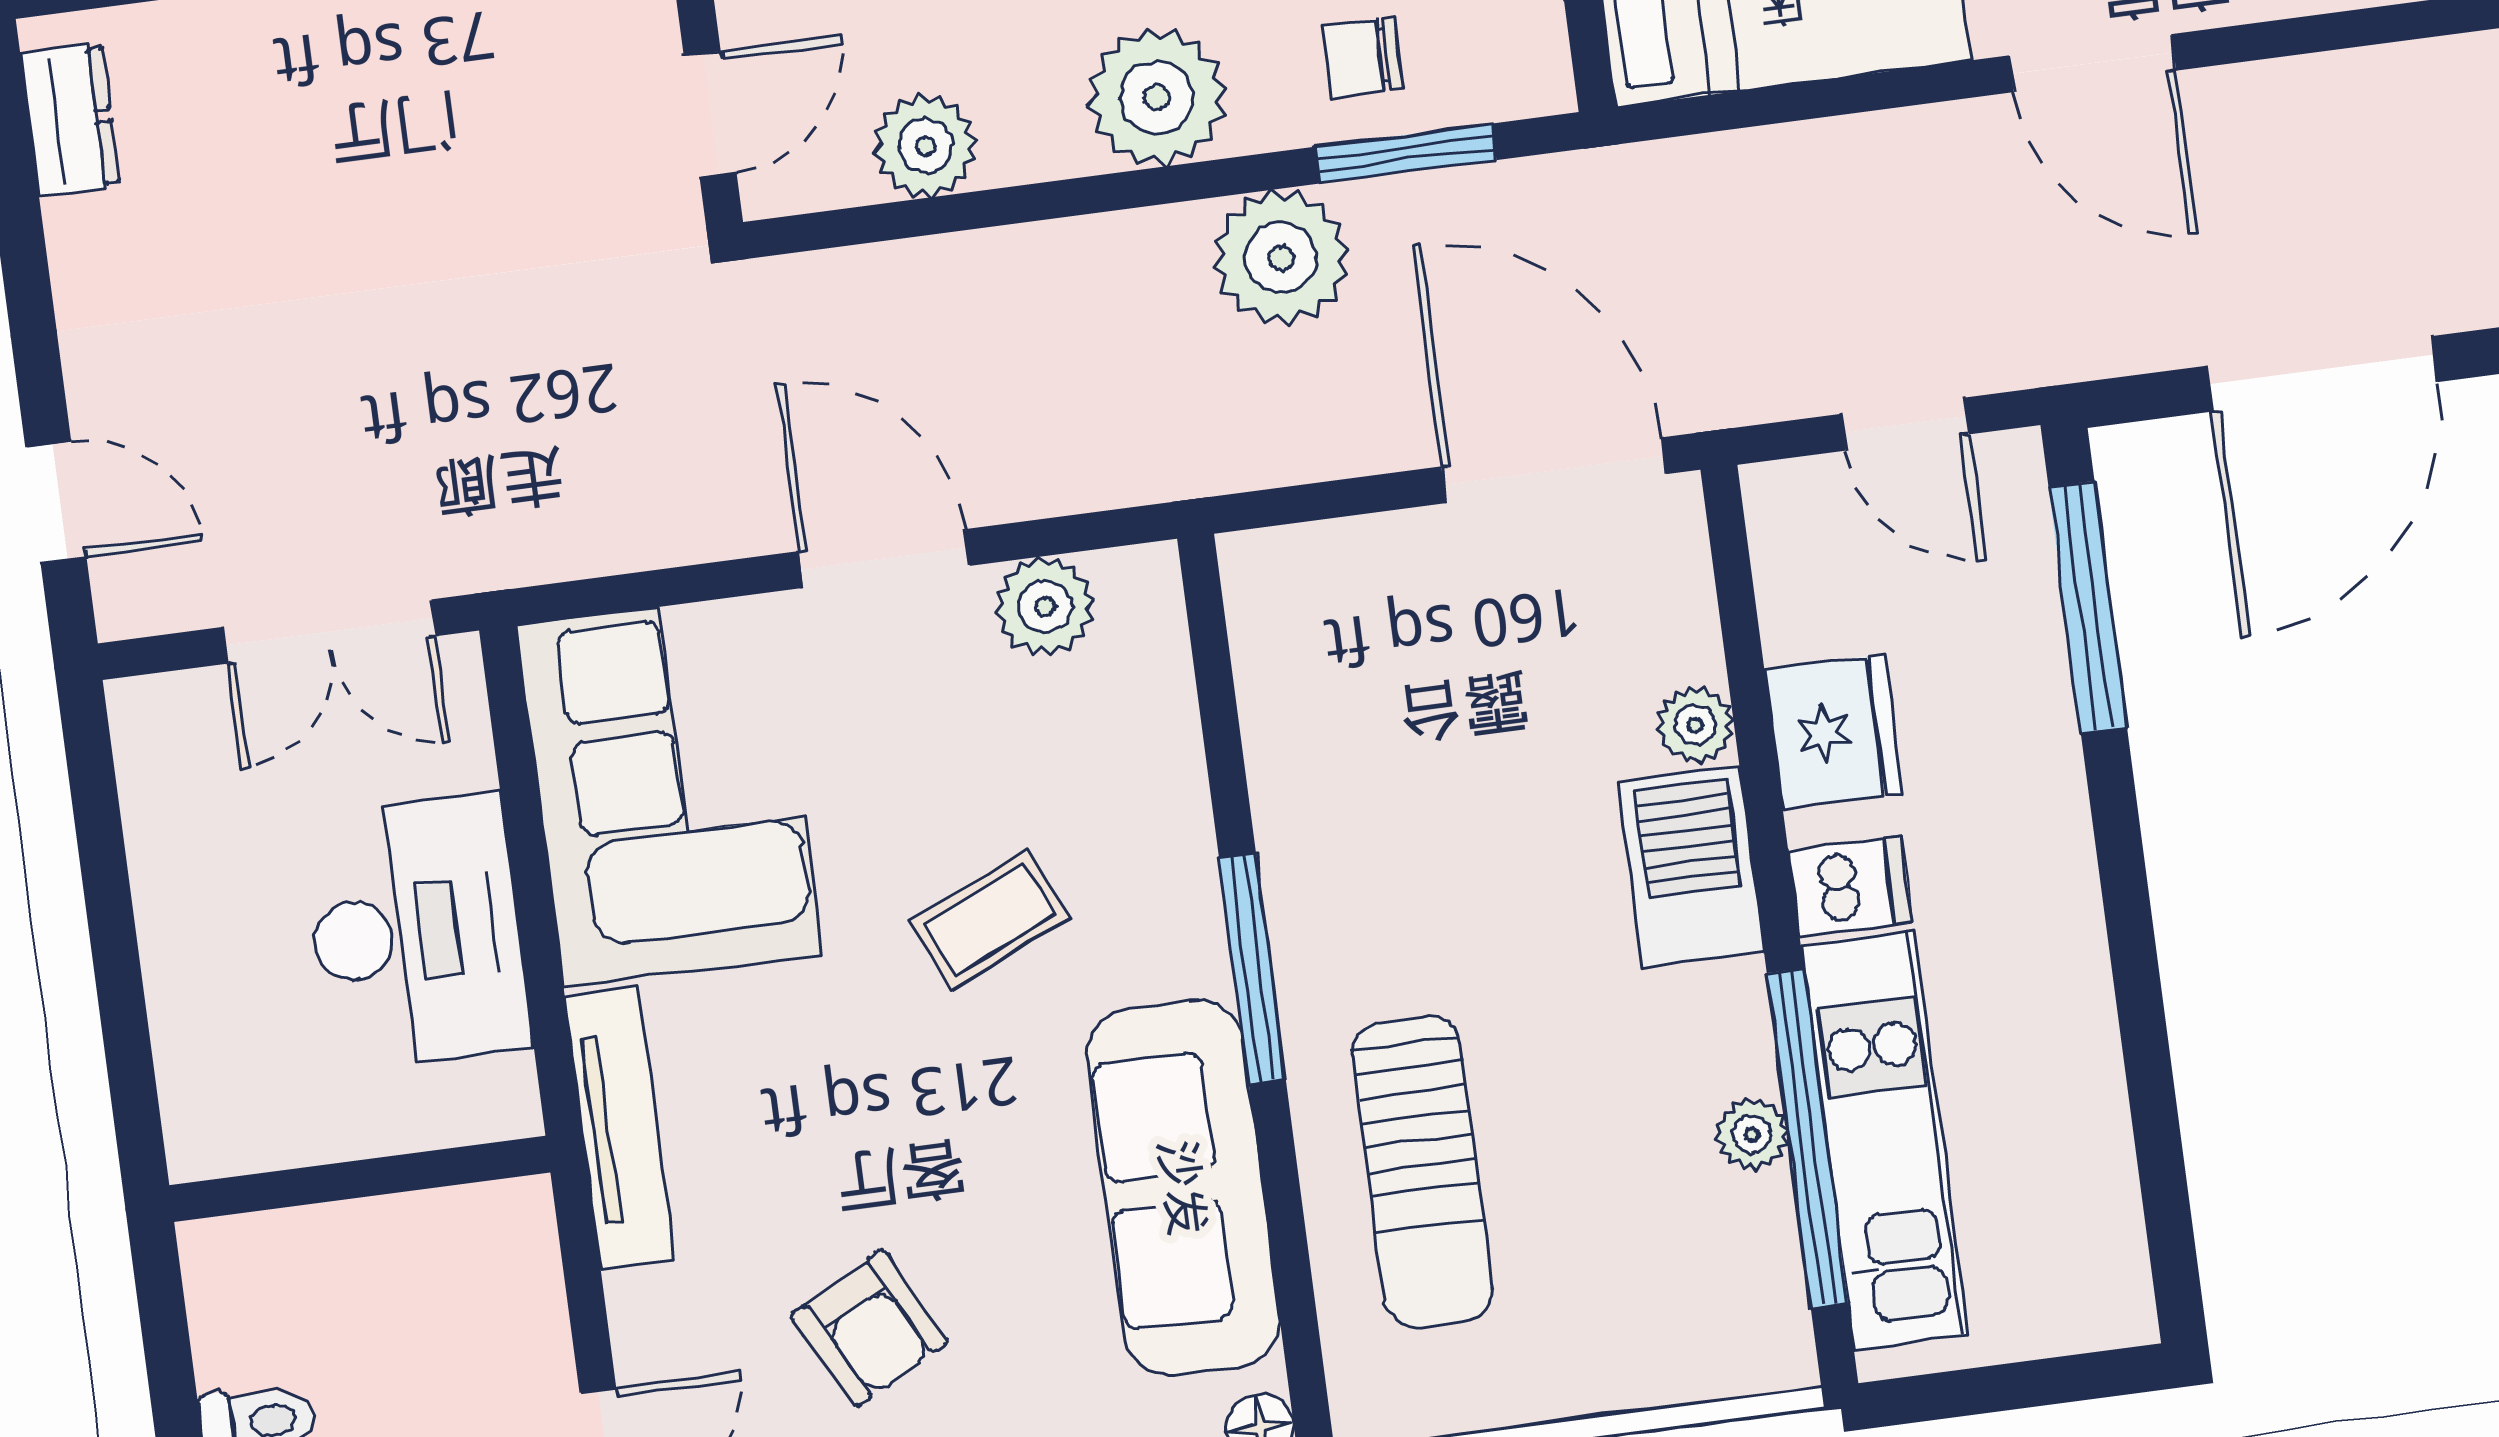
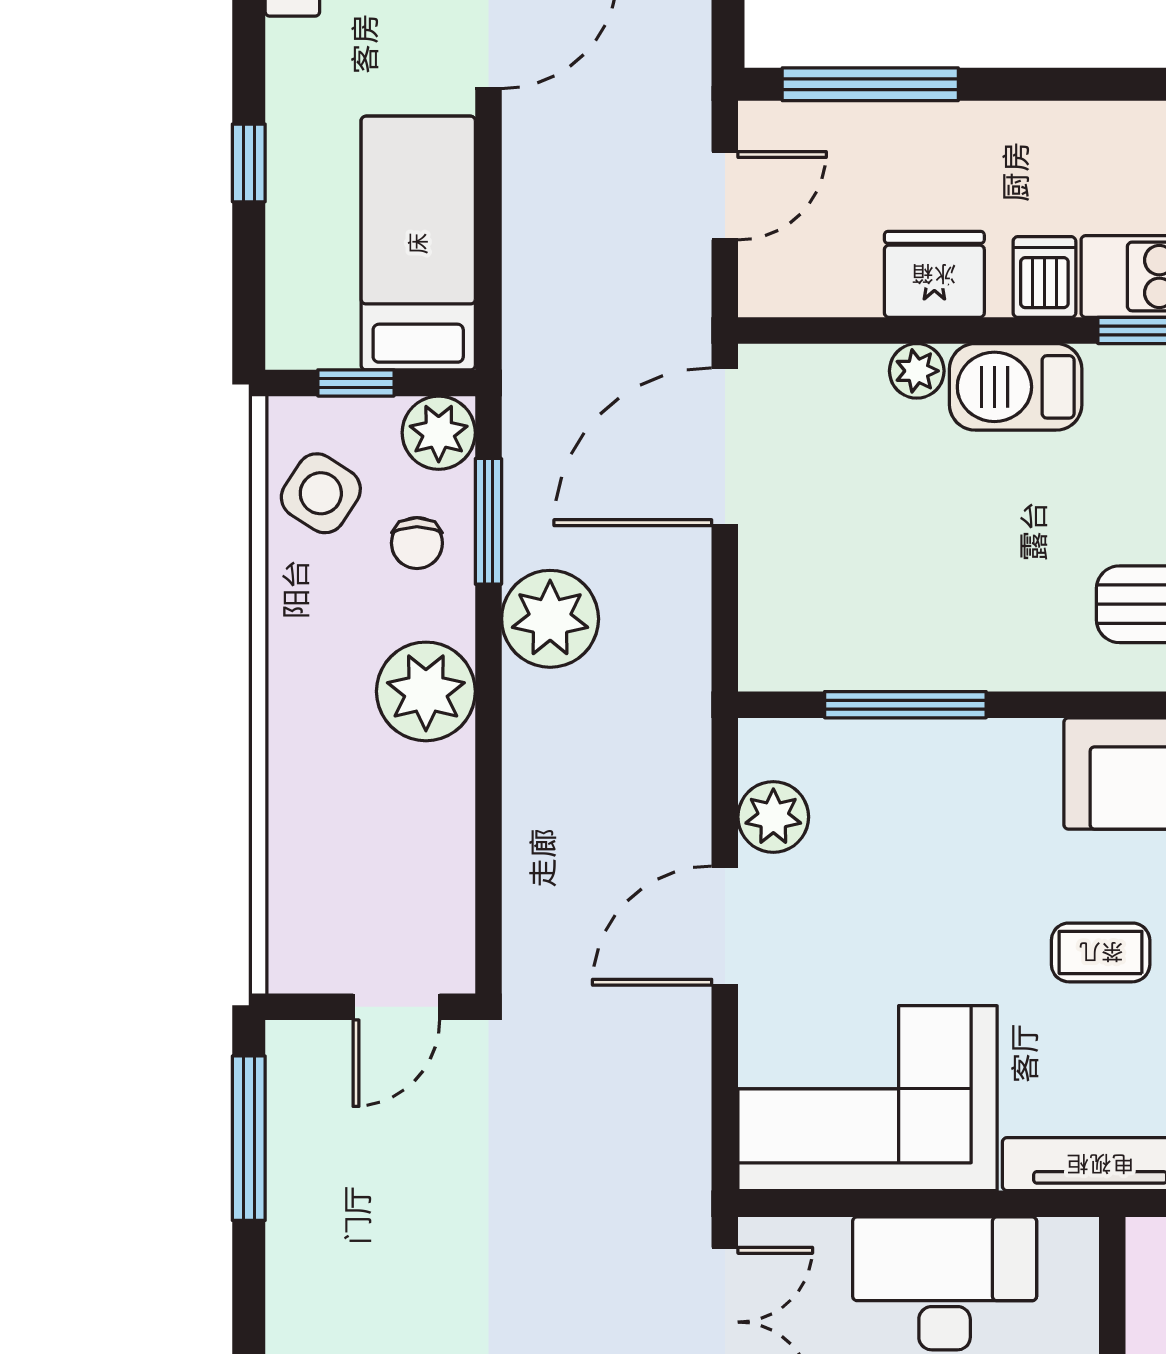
door: (710, 114) -> (396, 1007), swing flipped
plant: (926, 146) -> (439, 433), moved
coffee table: (990, 919) -> (1101, 952), moved, turned -66
window: (1252, 969) -> (905, 705), moved

